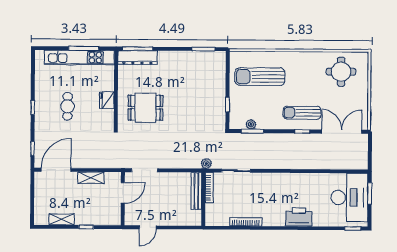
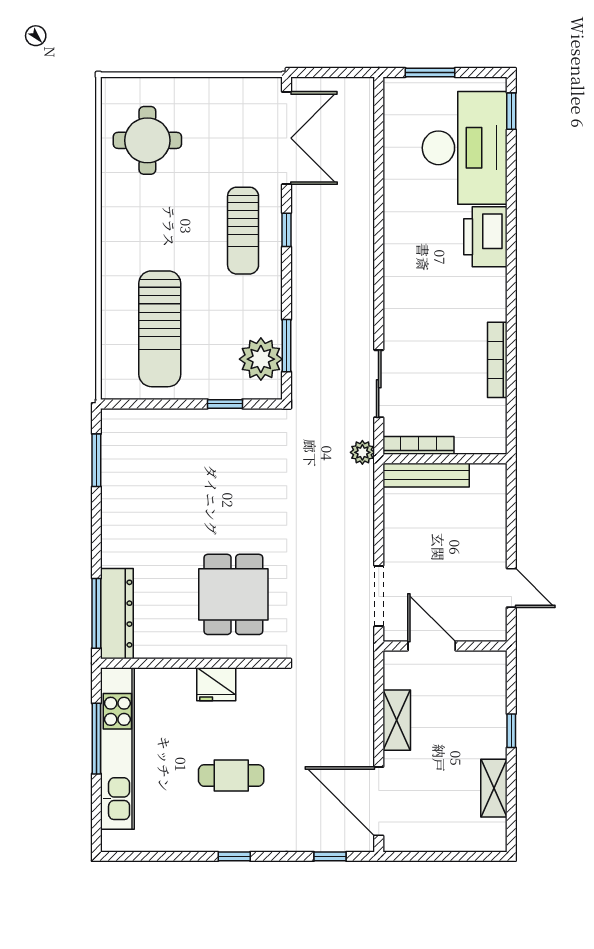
plant: (251, 124) -> (261, 359), width x1.87, depth x1.87
double door: (342, 132) -> (287, 138), swing flipped
desk: (350, 198) -> (465, 148), moved, turned 90

